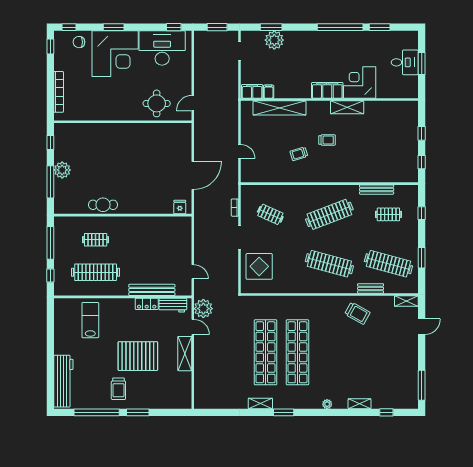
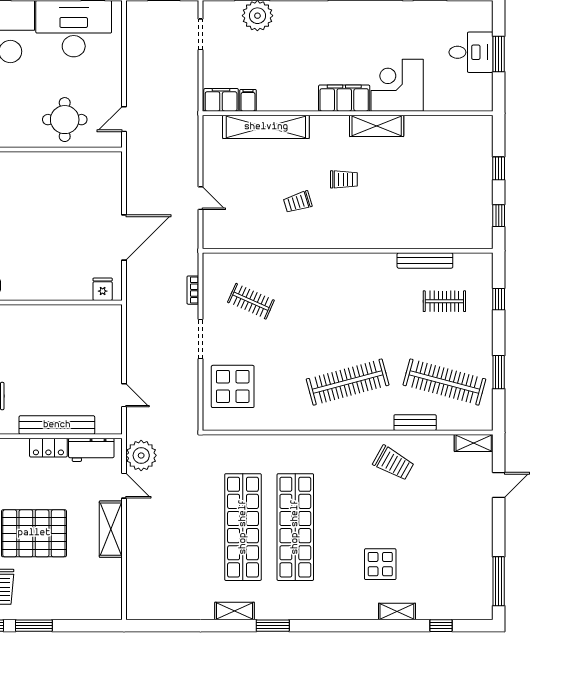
clothes rail: (329, 214) -> (348, 301), removed
clothes rail: (329, 264) -> (348, 382), turned -30
display table: (349, 375) -> (380, 564), added
plant: (327, 404) -> (344, 612), removed

